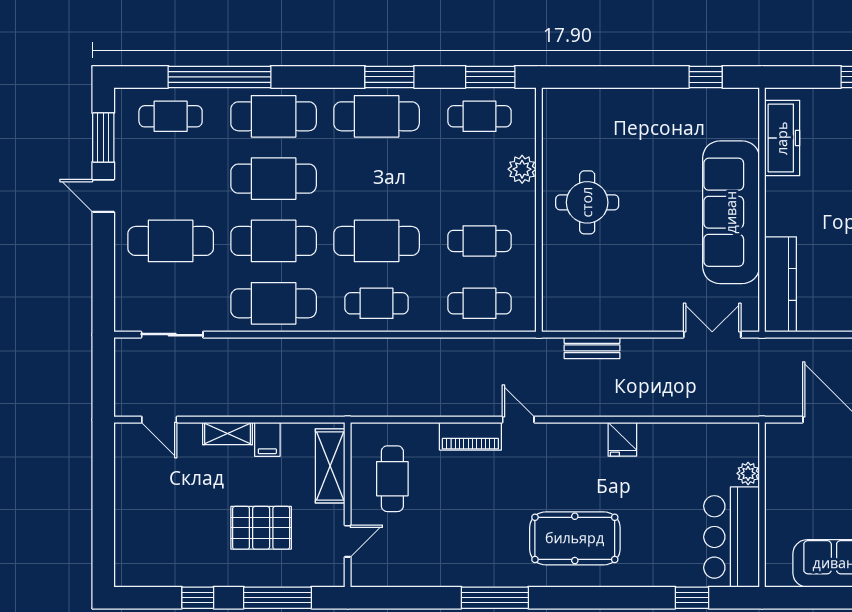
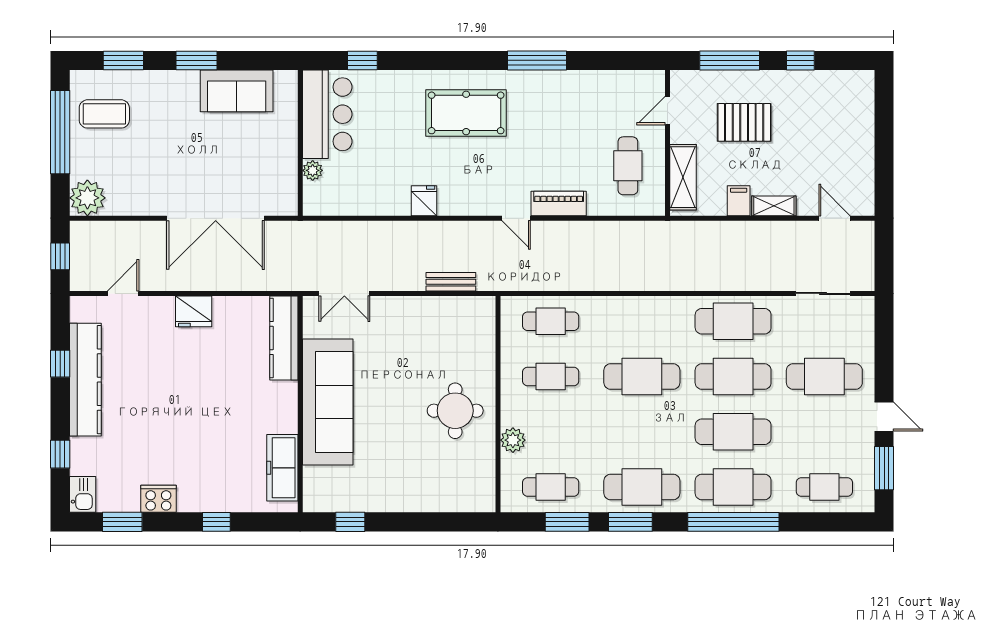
window: (220, 77) -> (733, 522), moved
window: (490, 77) -> (567, 522), moved
cafe table: (377, 303) -> (642, 321), removed

